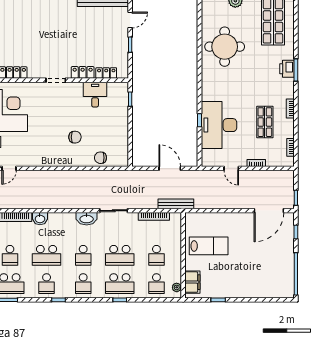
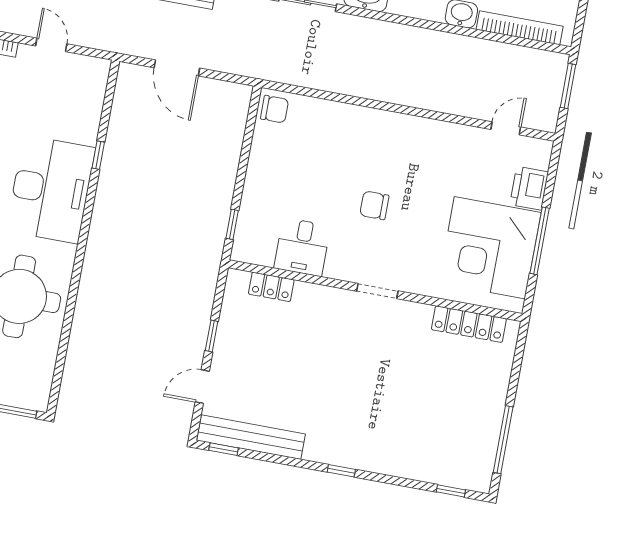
locker: (83, 72) -> (319, 297), removed
desk: (219, 125) -> (51, 189), moved
chair: (75, 137) -> (374, 205), moved
chair: (100, 158) -> (275, 109), moved

